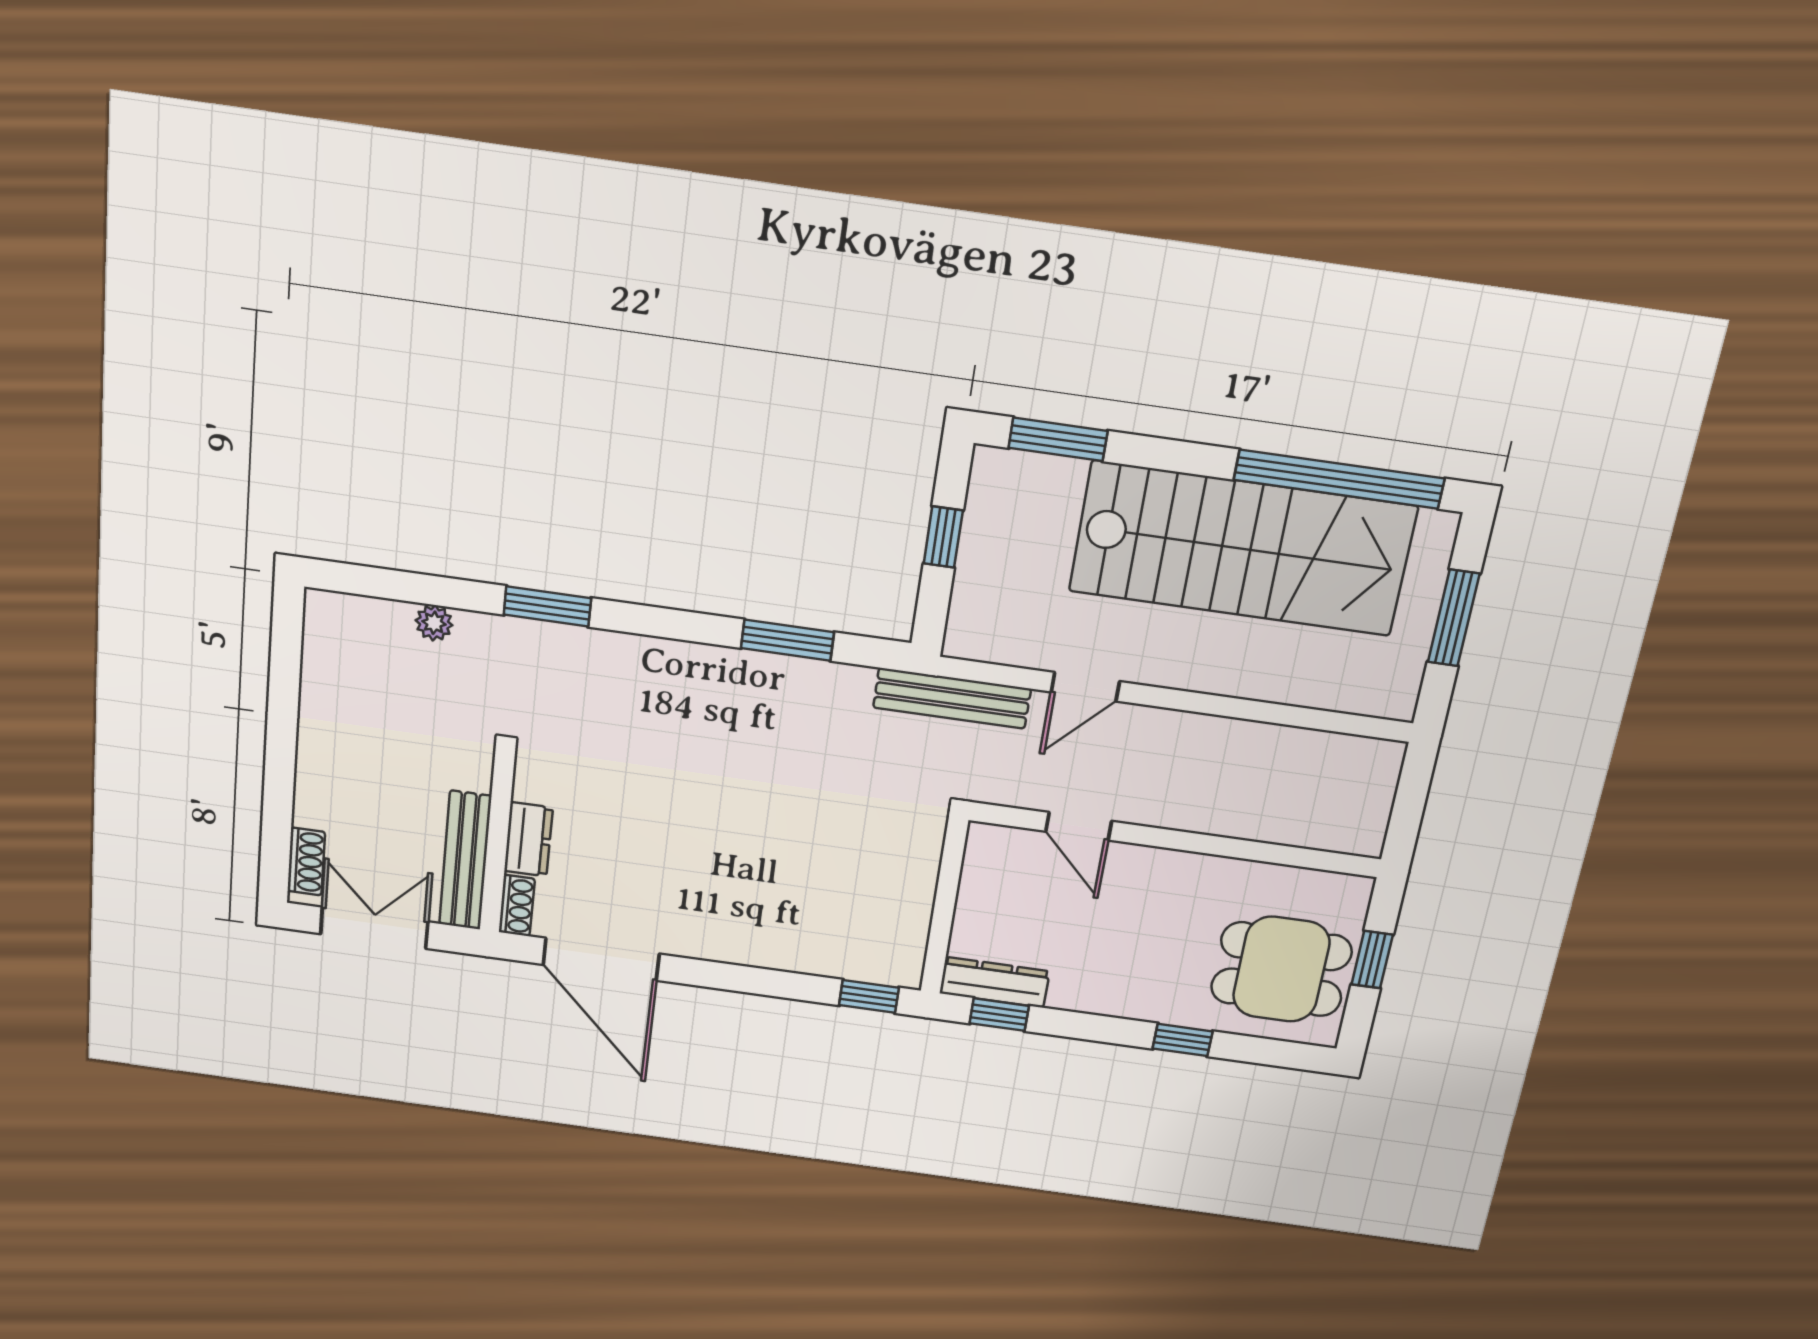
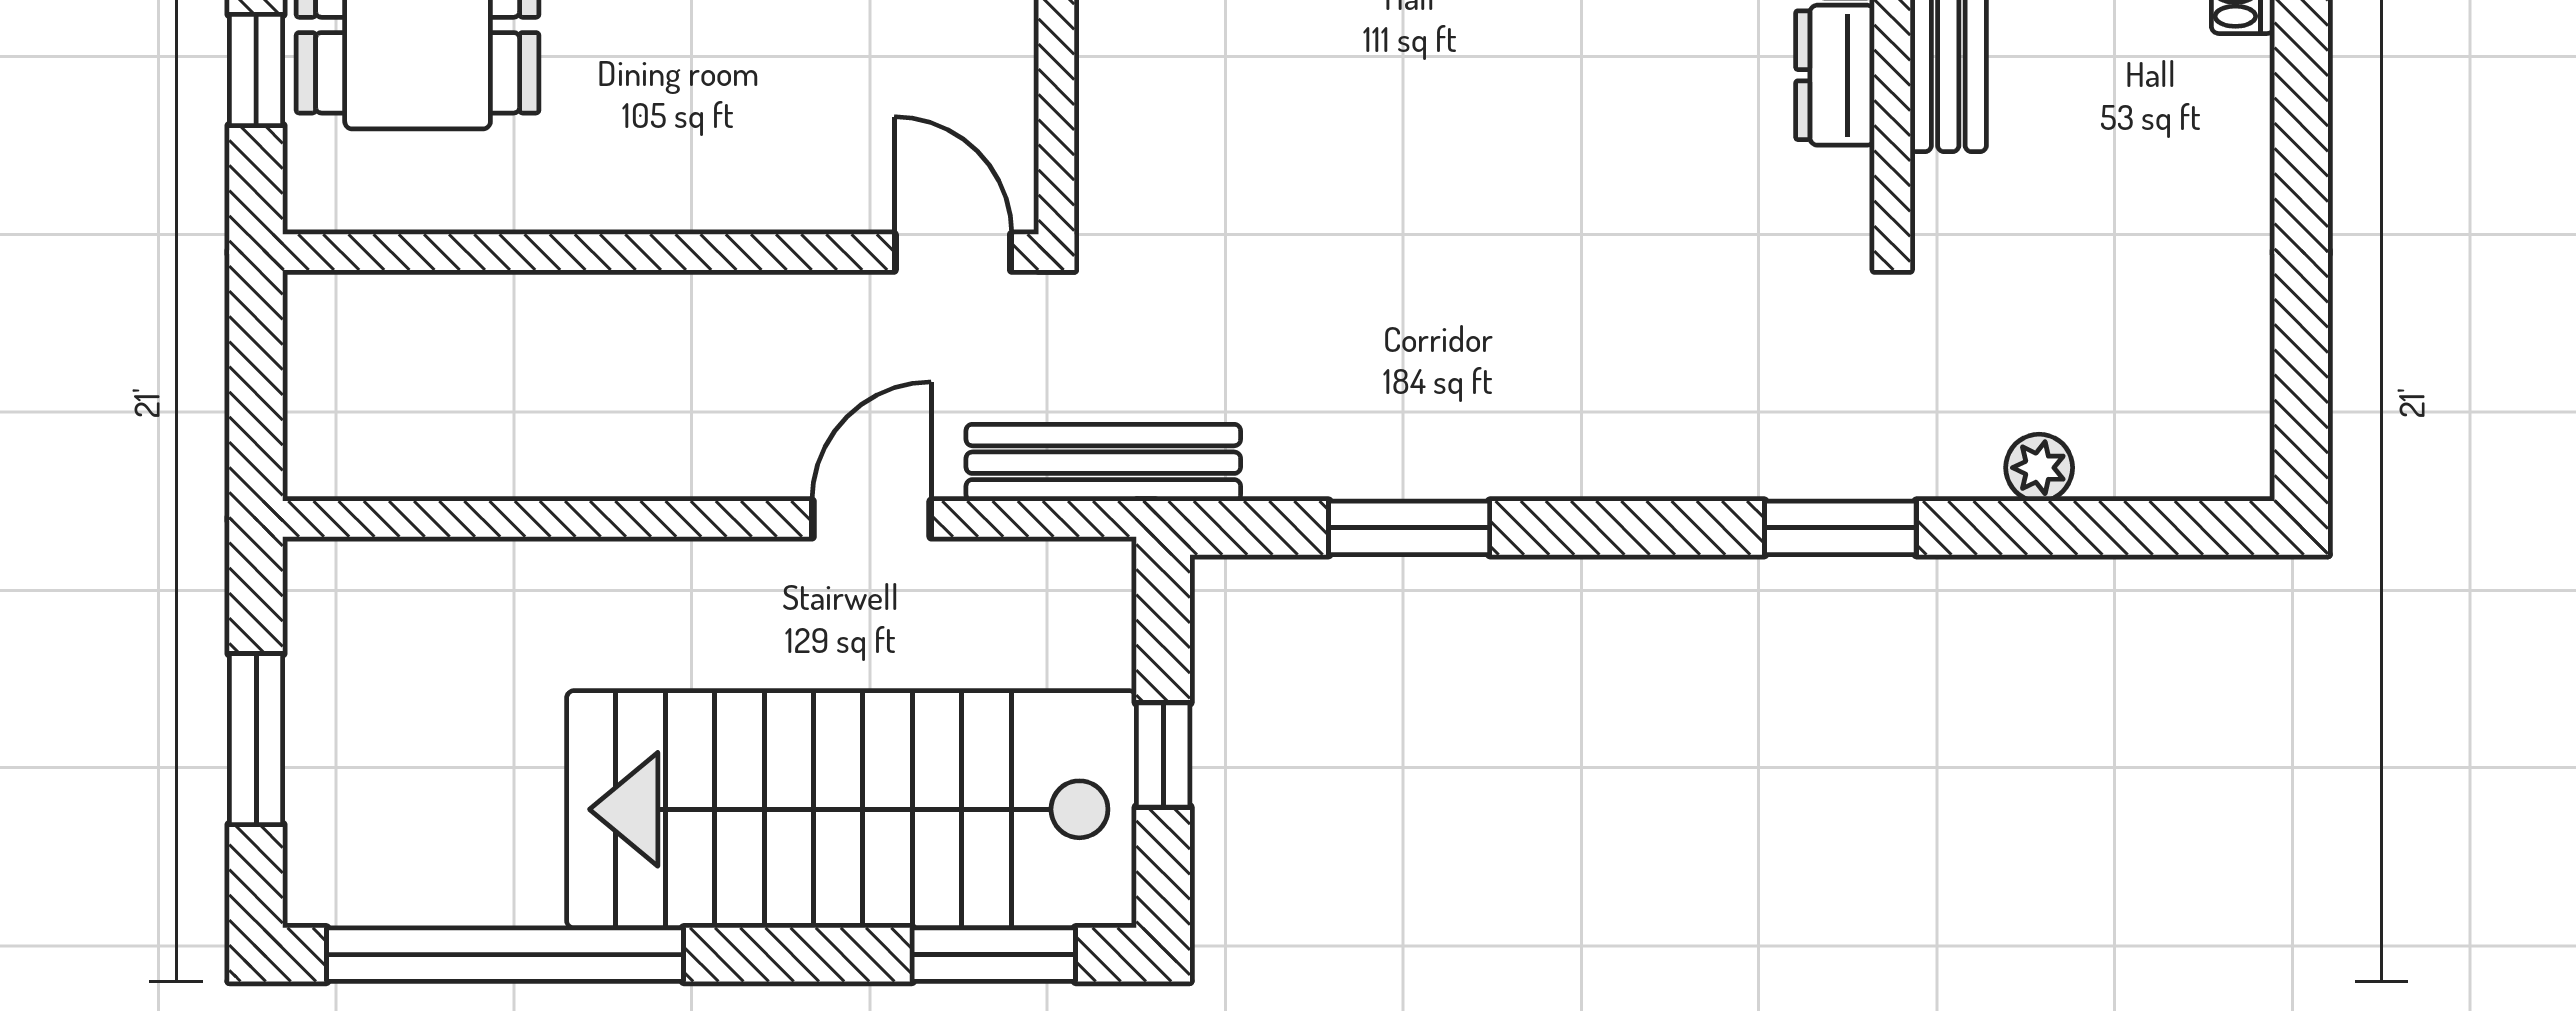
stairs: (1242, 549) -> (852, 809), moved
door: (1079, 826) -> (953, 252), moved

